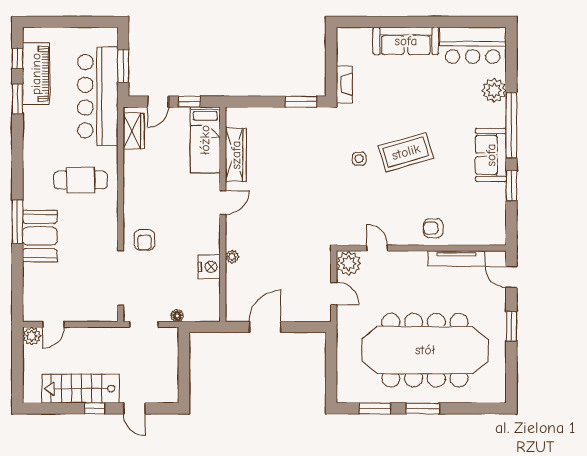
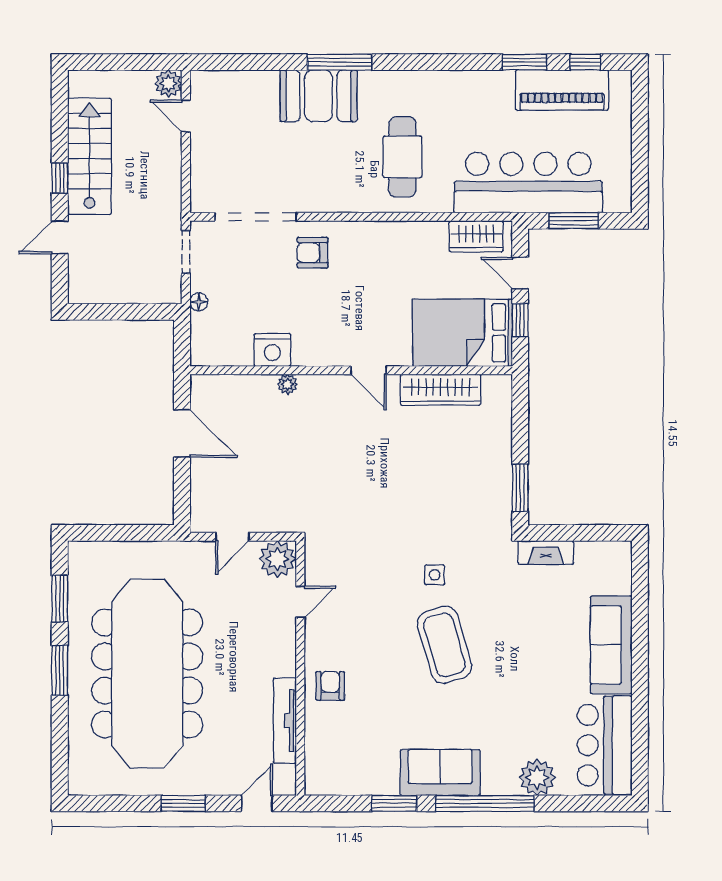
bed: (205, 140) -> (463, 333), width x1.50

